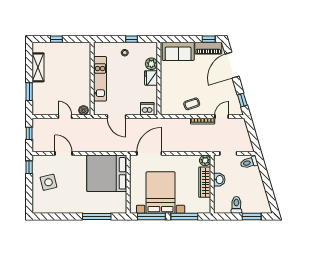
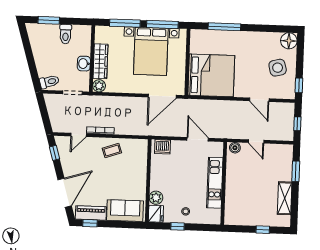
fridge: (151, 78) -> (156, 214), moved
floor lamp: (39, 206) -> (289, 41), added

